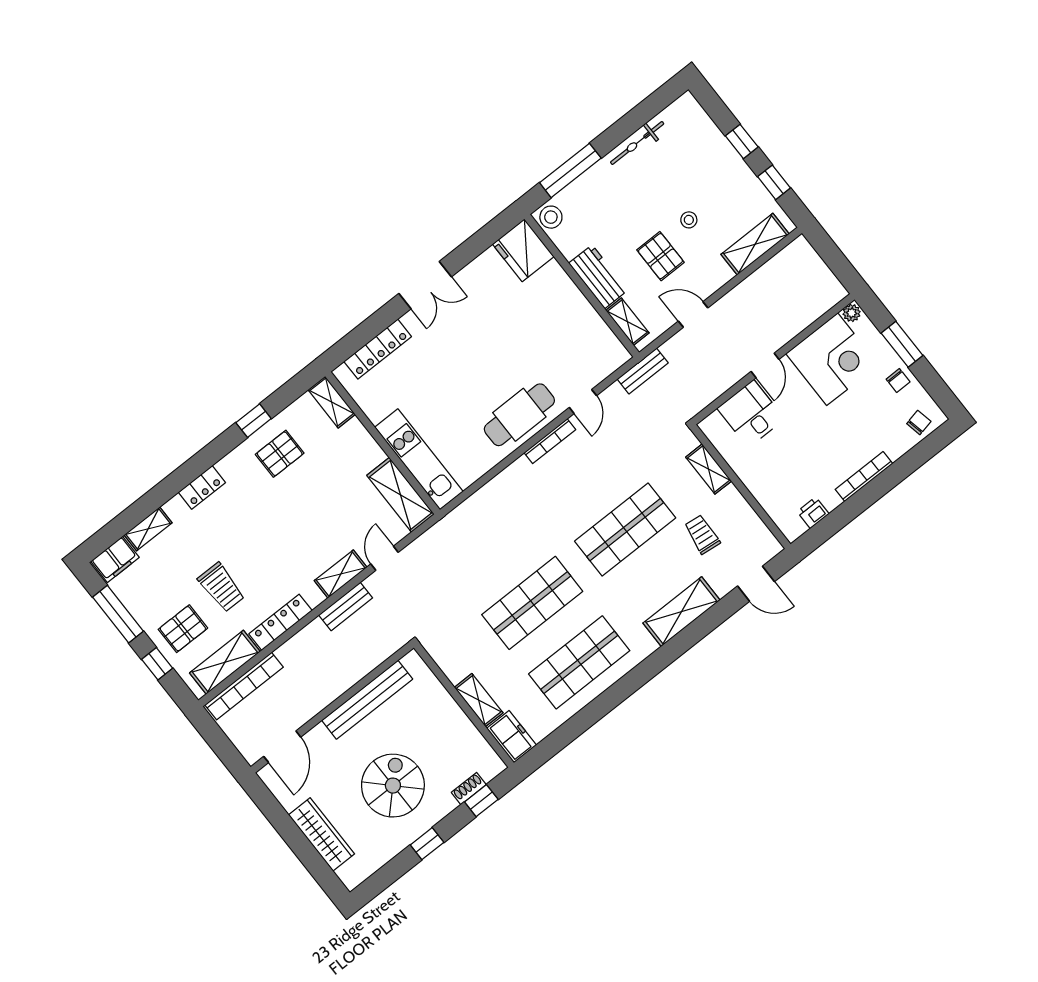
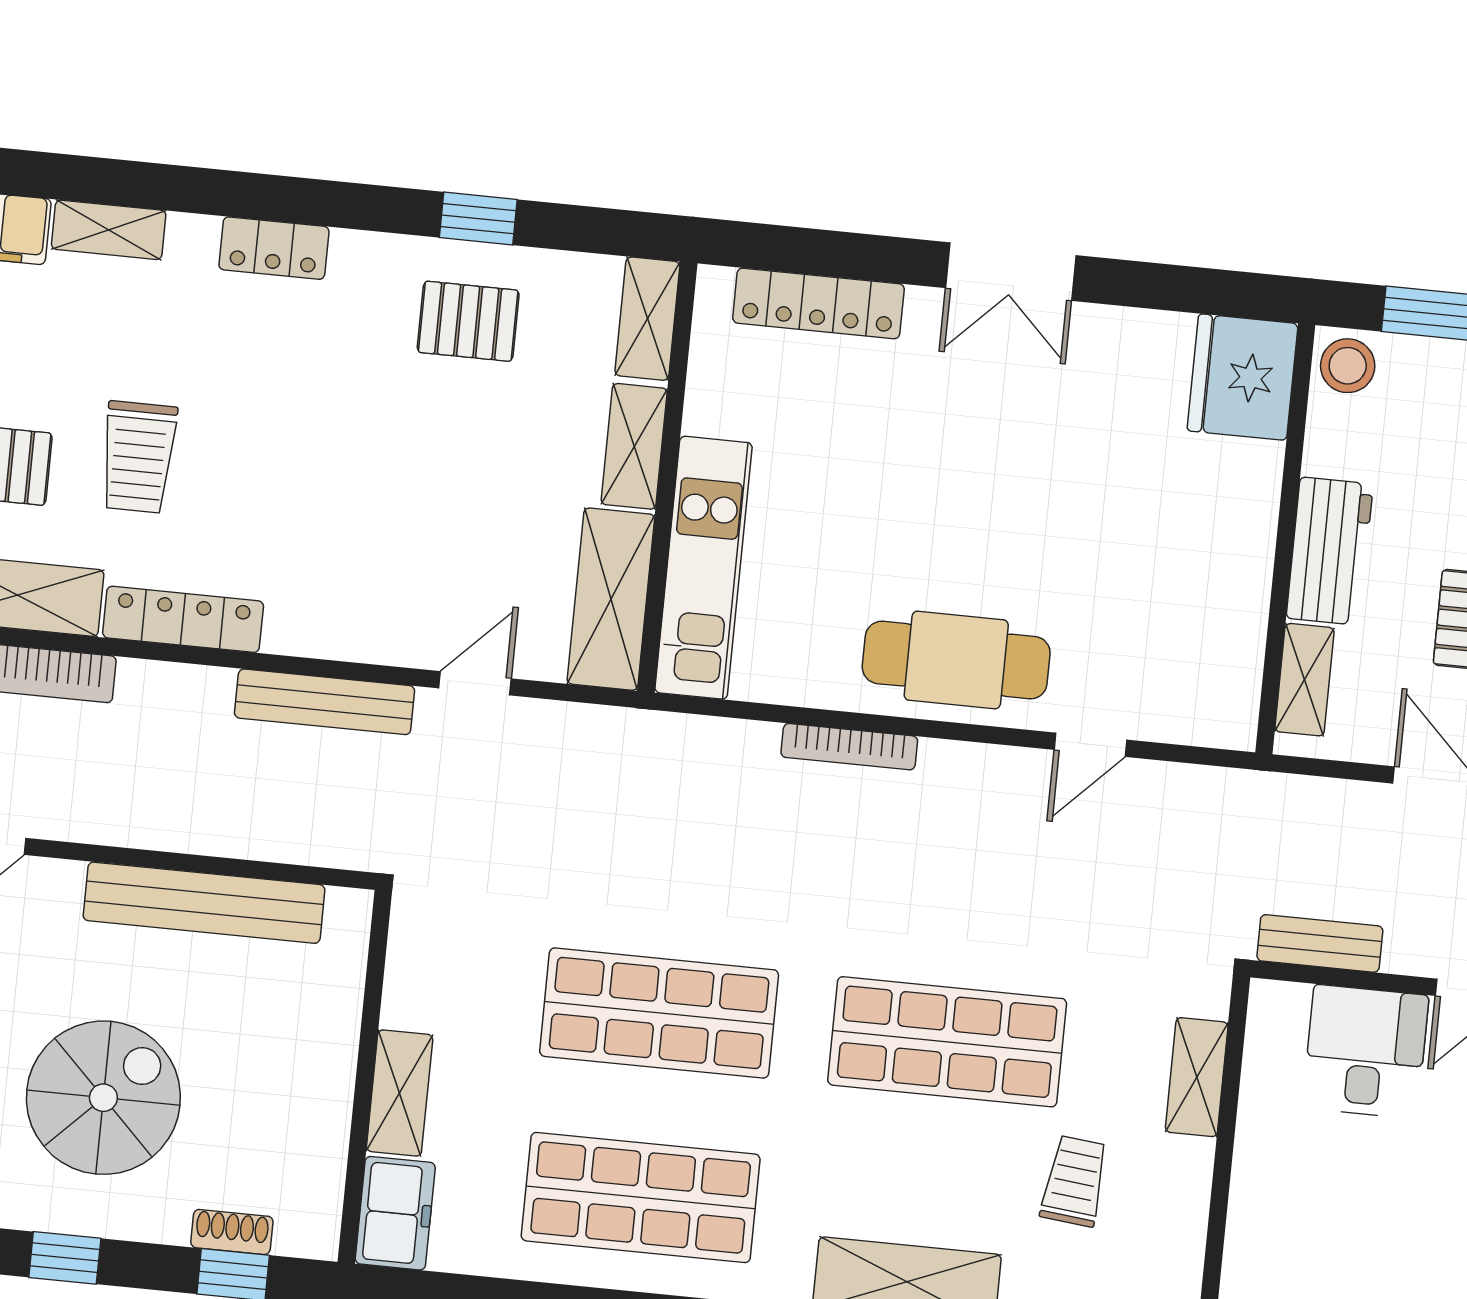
bench: (643, 371) -> (1320, 943), moved
bookcase: (550, 441) -> (849, 747), moved
shelving: (341, 574) -> (634, 446), moved, turned 90
bench: (346, 606) -> (325, 702), width x1.36

